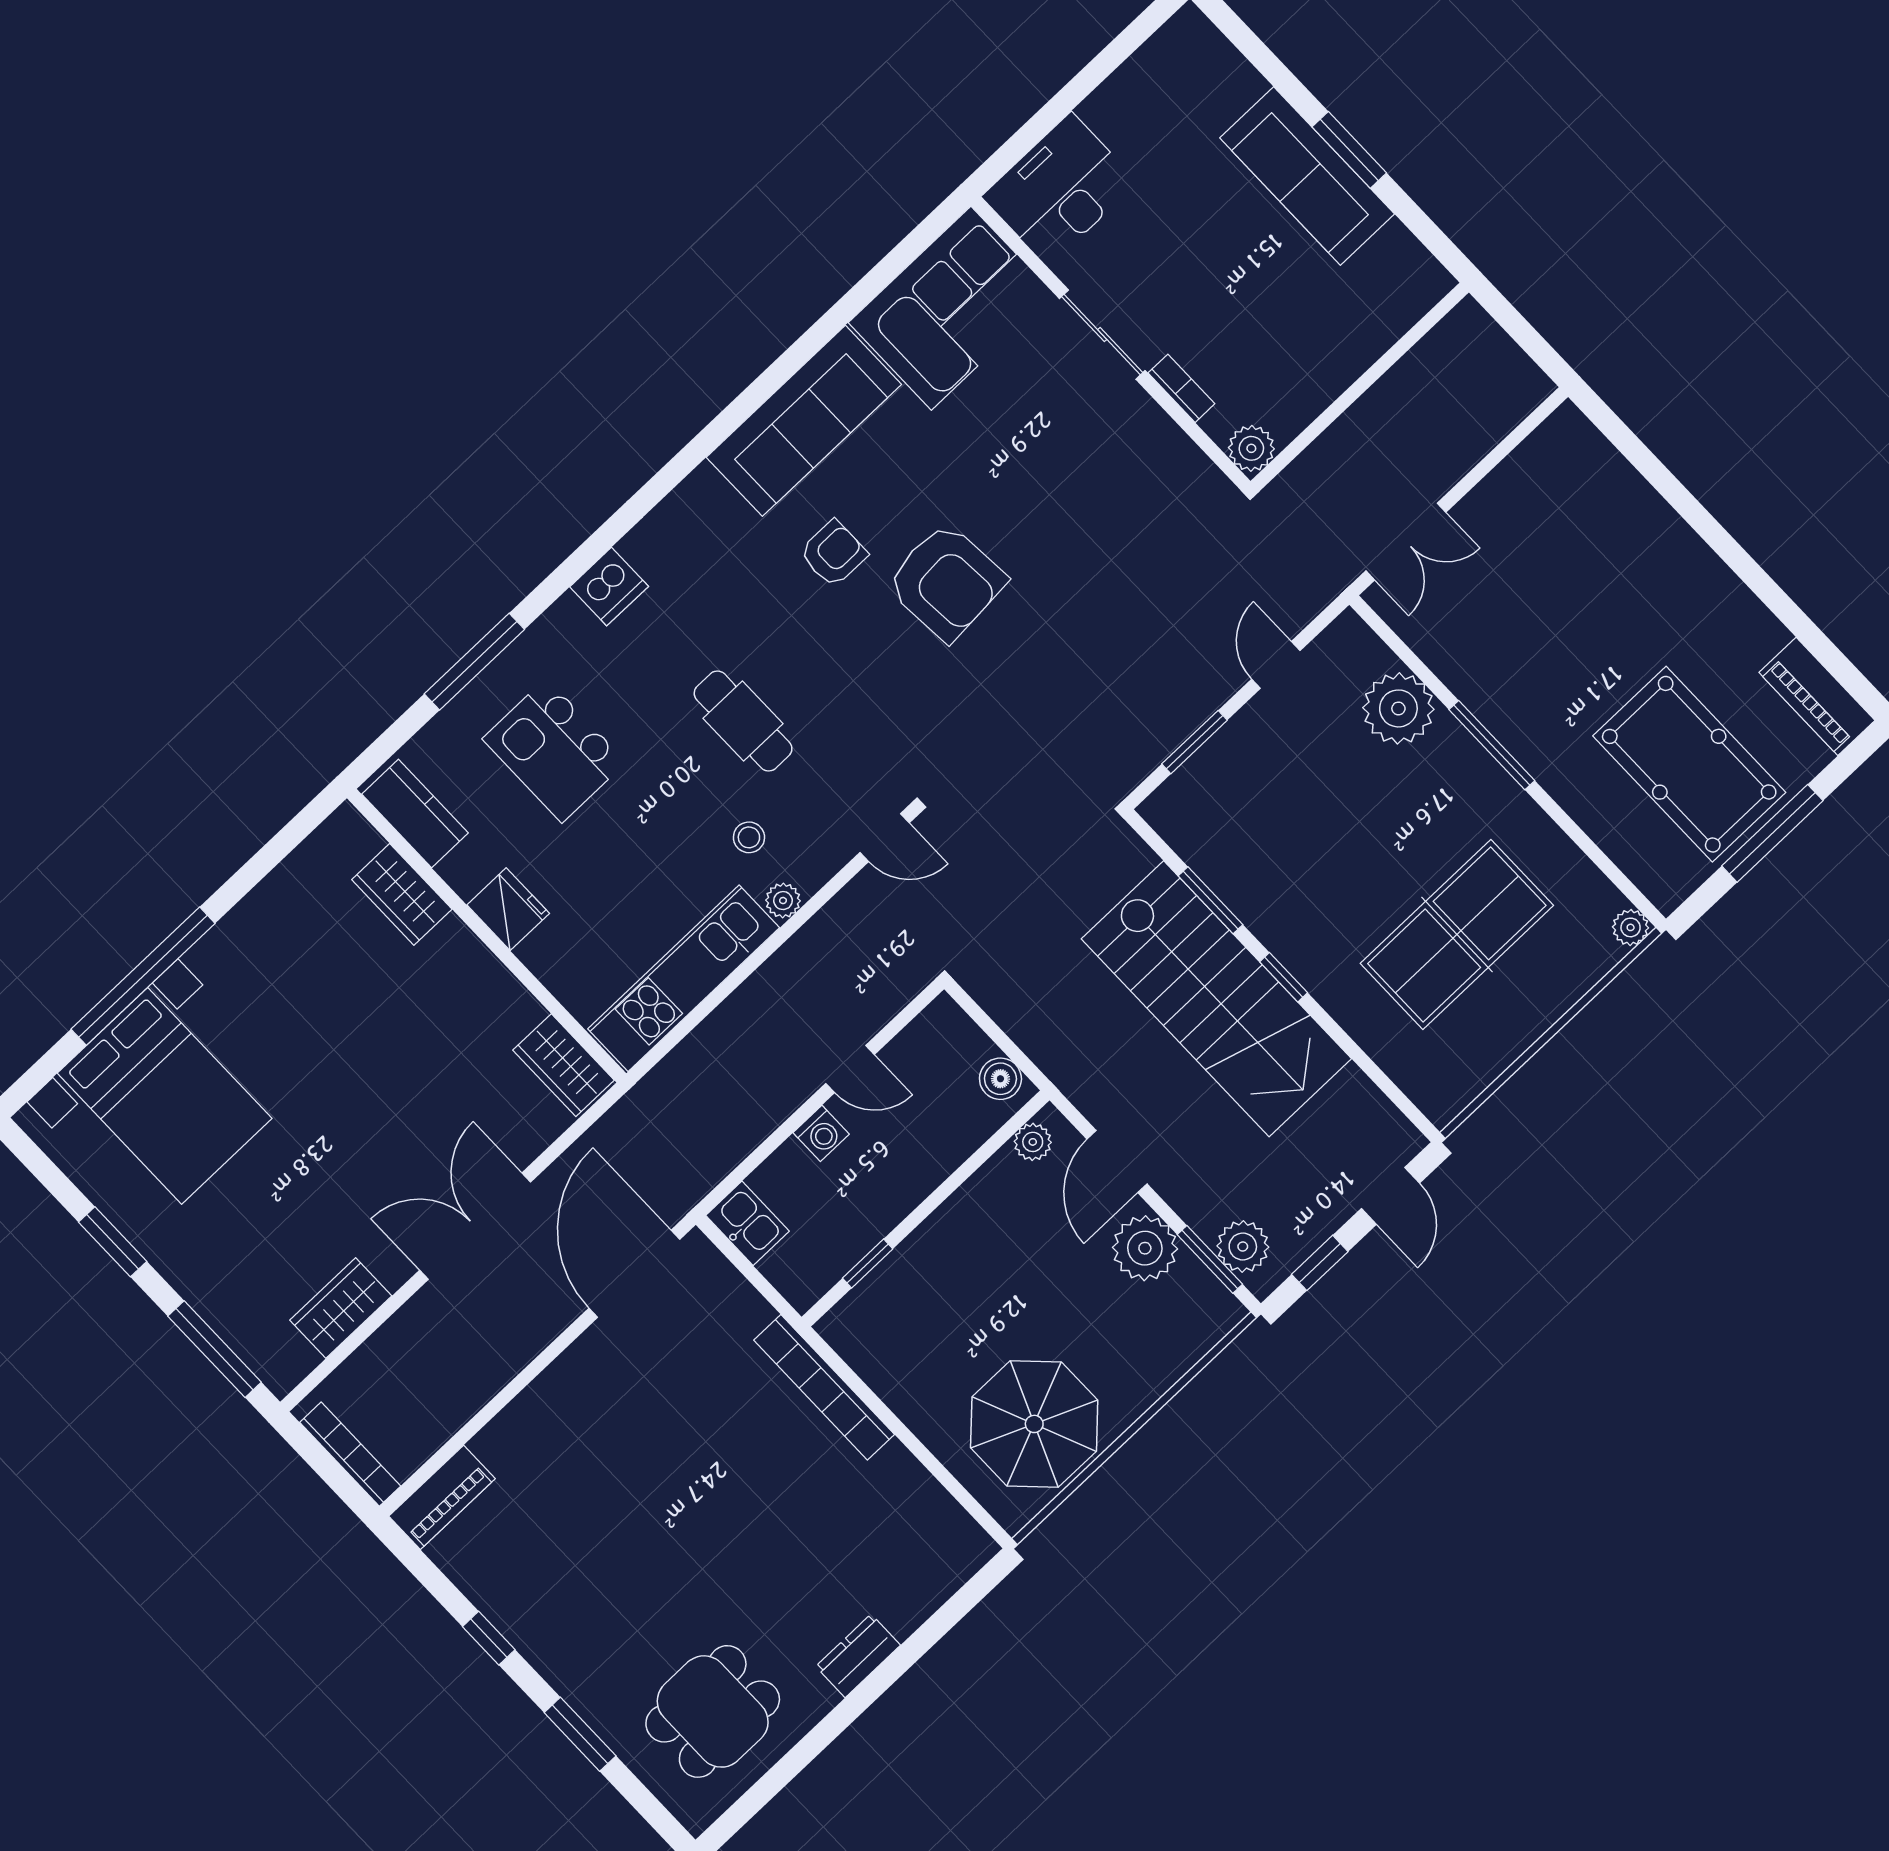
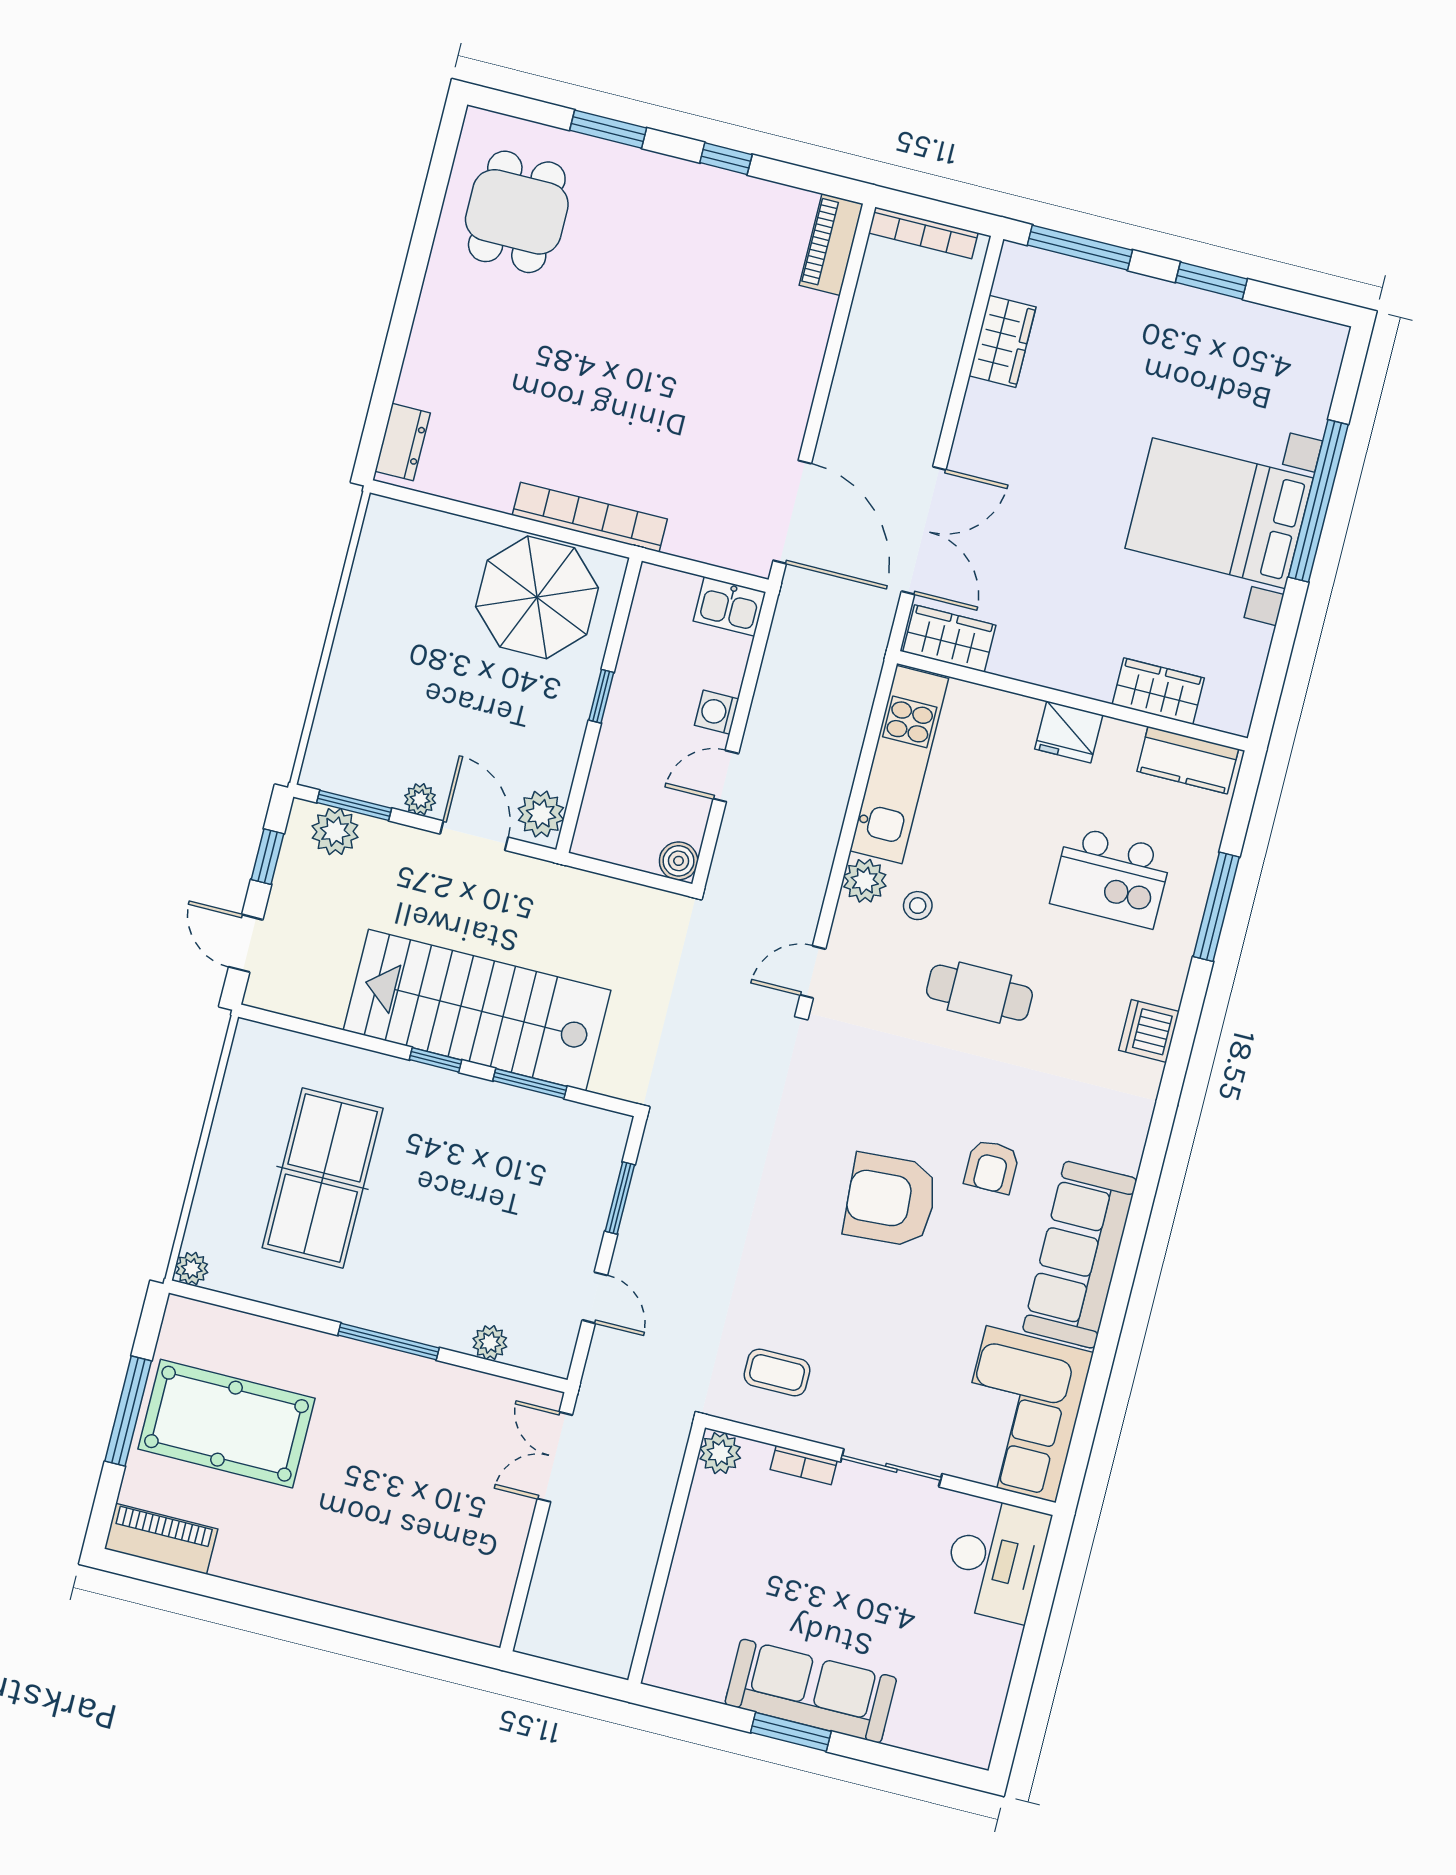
coffee table: (1152, 489) -> (777, 1372), added
plant: (1398, 708) -> (490, 1343), width x0.53, depth x0.53
kitchen island: (554, 751) -> (1111, 877), turned 180
plant: (783, 901) -> (865, 881), width x1.38, depth x1.38
boiler: (1000, 1079) -> (679, 861), moved
bed with nightstands: (165, 1096) -> (1219, 513), moved
plant: (1033, 1142) -> (541, 814), width x1.38, depth x1.38
double door: (475, 1226) -> (924, 531), moved
plant: (1145, 1248) -> (420, 799), width x0.53, depth x0.53
window: (868, 1264) -> (601, 696), moved
parasol: (1034, 1424) -> (537, 597), moved
dresser: (858, 1656) -> (403, 442), moved

